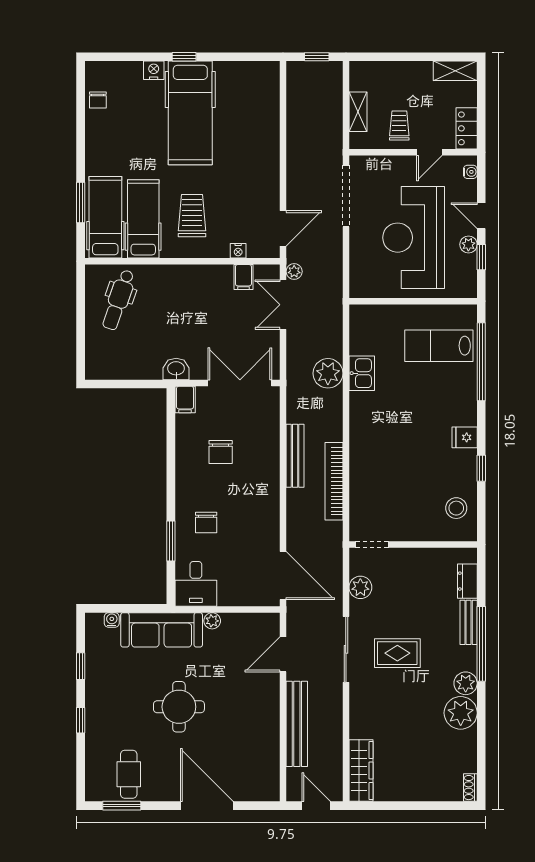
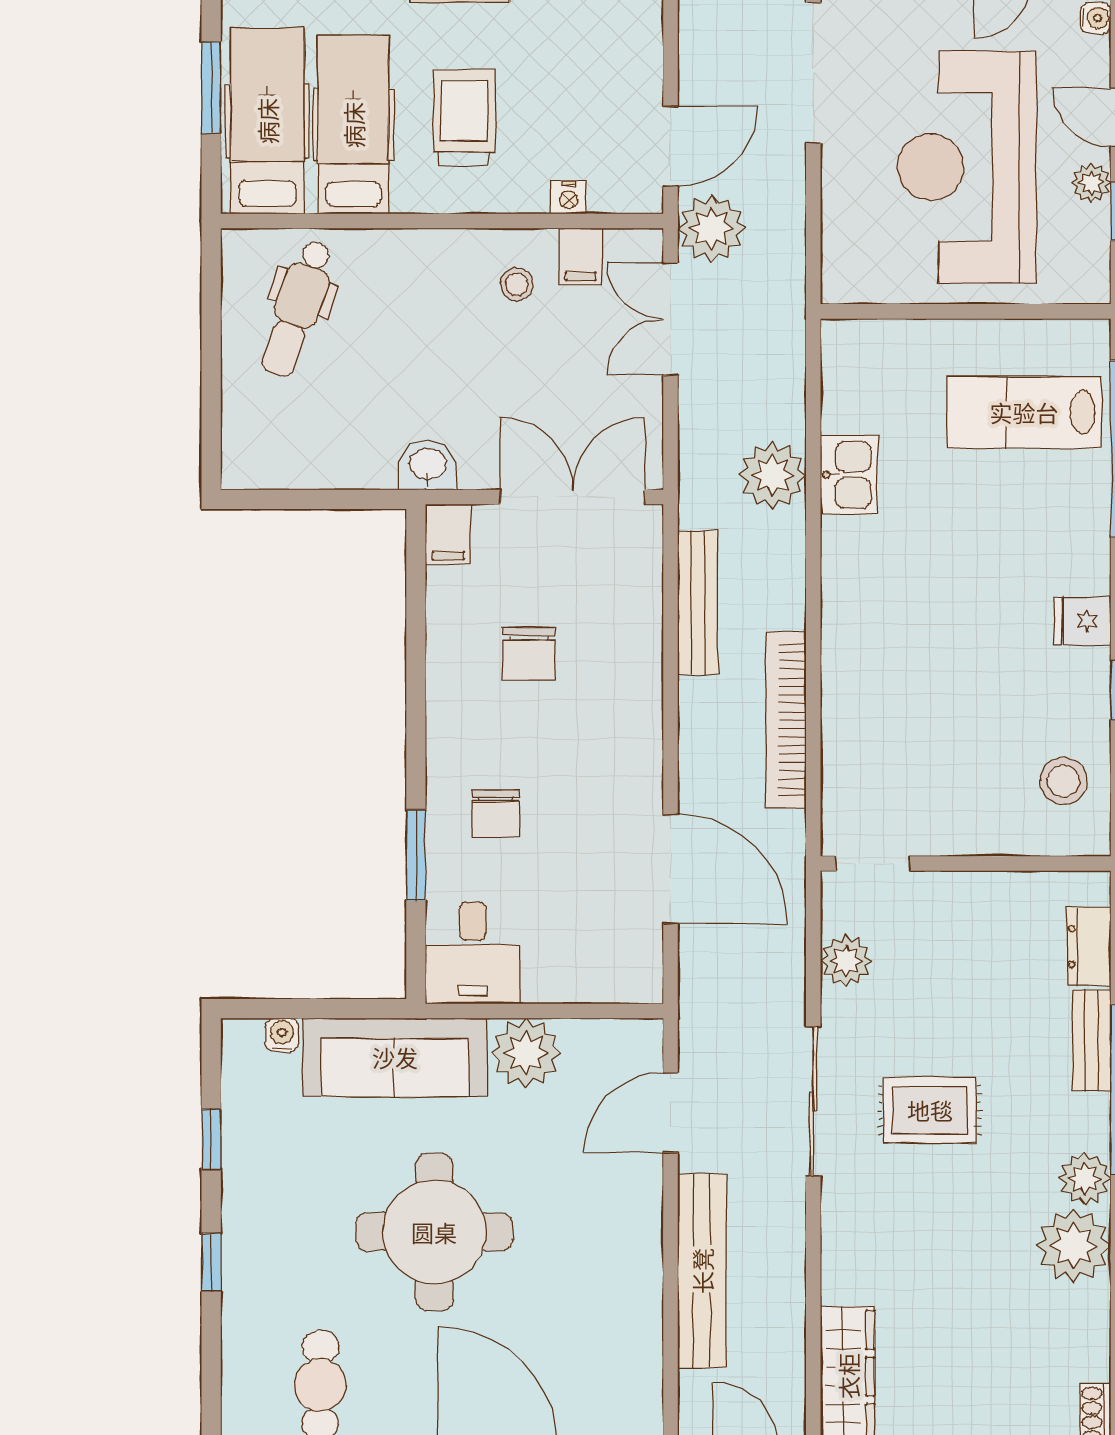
plant: (294, 272) -> (711, 228), width x1.88, depth x1.88
stool: (215, 289) -> (517, 284), added
bench: (295, 456) -> (698, 603), moved
door: (283, 575) -> (671, 869), moved
plant: (212, 621) -> (526, 1053), width x1.87, depth x1.87
round table: (179, 707) -> (434, 1232), width x1.36, depth x1.36

